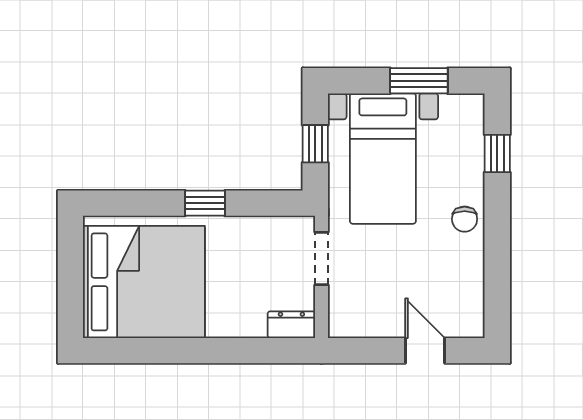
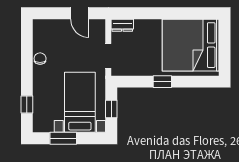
chair: (465, 219) -> (40, 59), moved
door: (425, 351) -> (80, 13), moved

